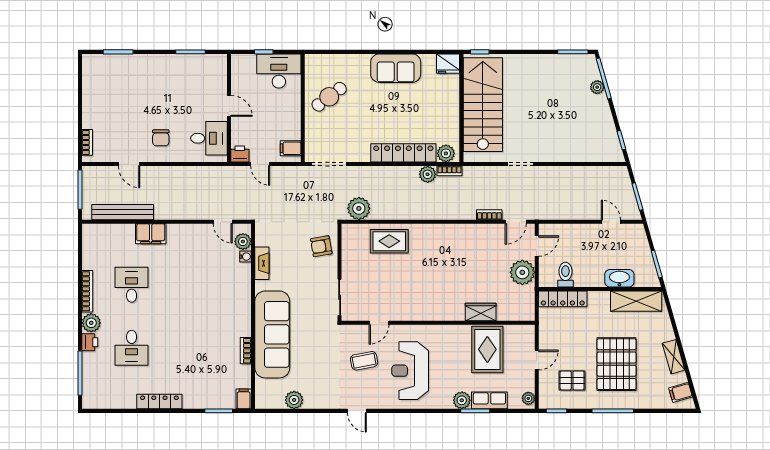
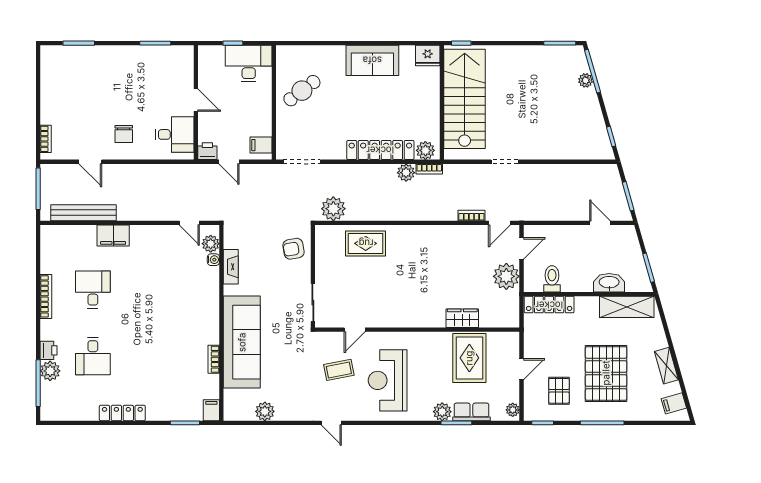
plant: (91, 323) -> (50, 371), moved
pallet: (572, 380) -> (559, 391), turned 90

